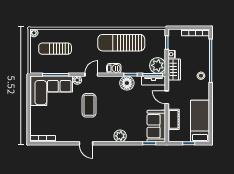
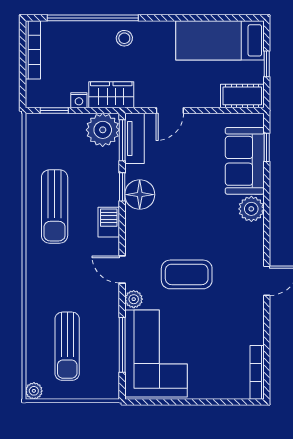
sun lounger: (121, 43) -> (55, 206), width x0.73, depth x0.75
cot: (174, 119) -> (242, 96), moved
sofa: (156, 126) -> (245, 161), moved, turned 90

